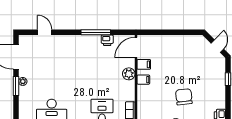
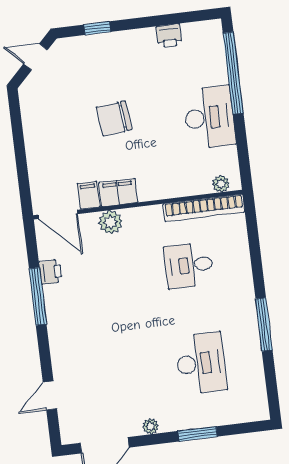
filing cabinet: (143, 80) -> (118, 193), width x2.00
window: (16, 86) -> (198, 434), moved
chair: (184, 97) -> (114, 118), moved

